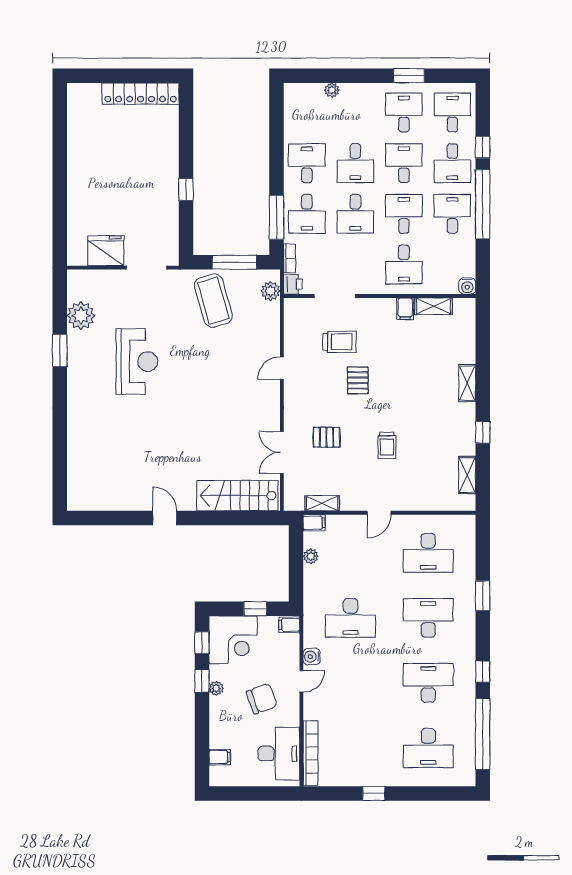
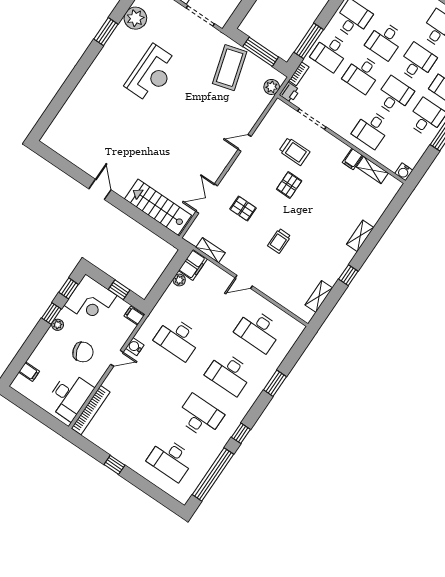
filing cabinet: (314, 523) -> (193, 265), width x2.00
desk: (428, 618) -> (229, 373), turned 180

